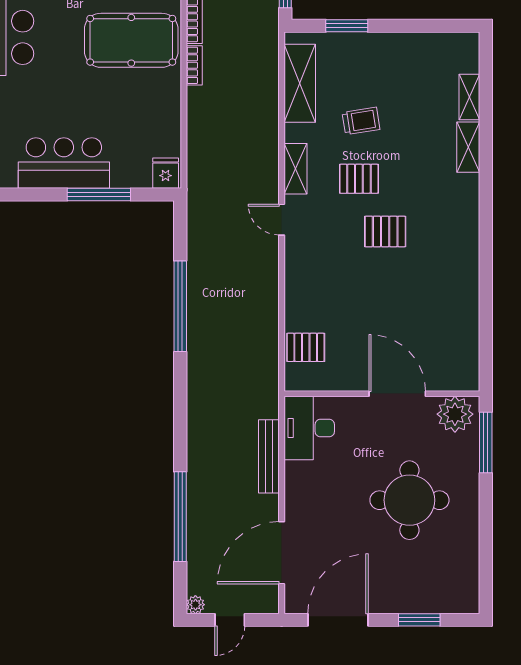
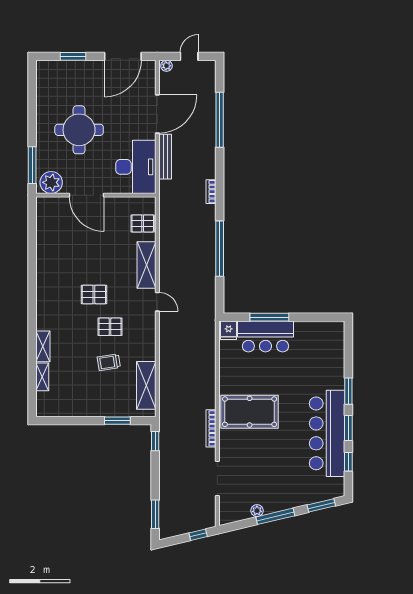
bookcase: (194, 65) -> (211, 192), moved
bar counter: (64, 163) -> (265, 336), moved
shelving: (296, 169) -> (147, 265), moved, width x1.50, depth x1.33
desk: (309, 428) -> (136, 167), width x1.36, depth x1.30
door: (282, 553) -> (157, 114), moved
plant: (195, 605) -> (166, 66), moved

